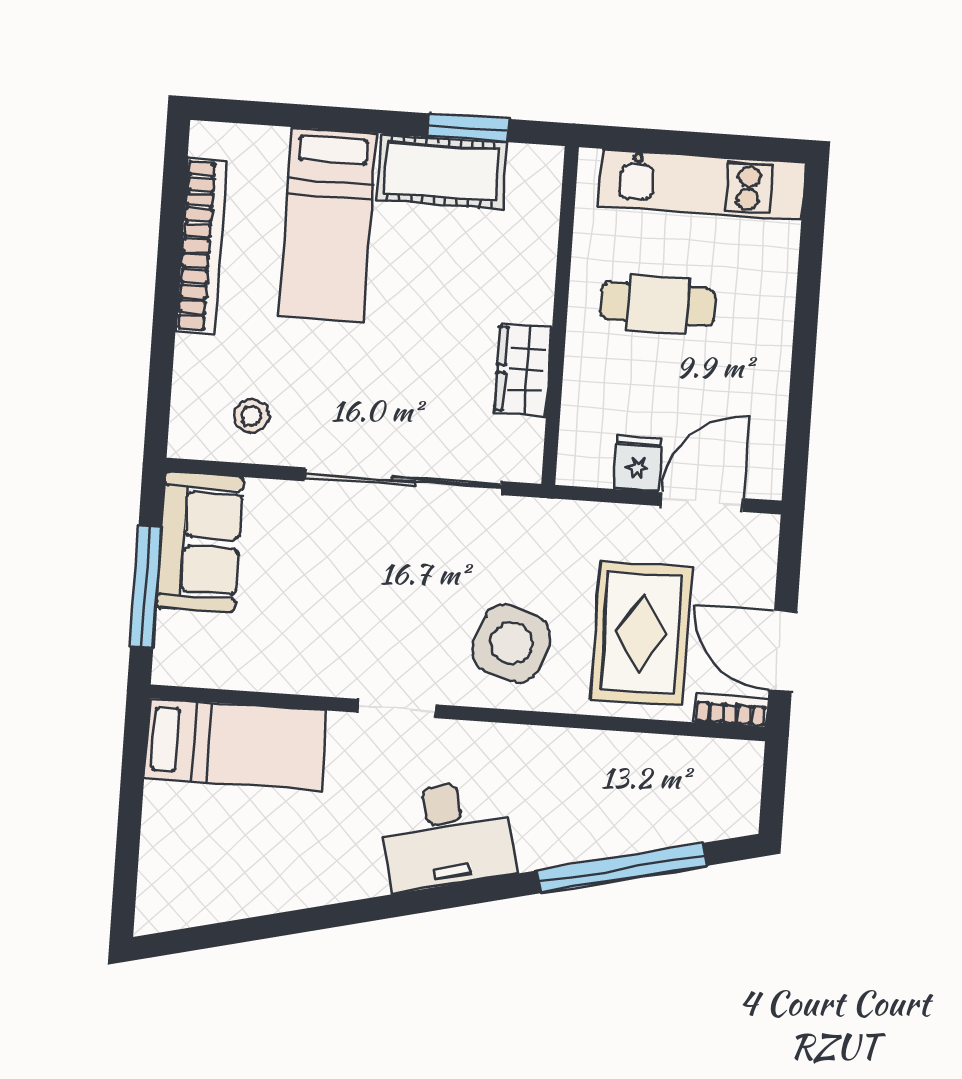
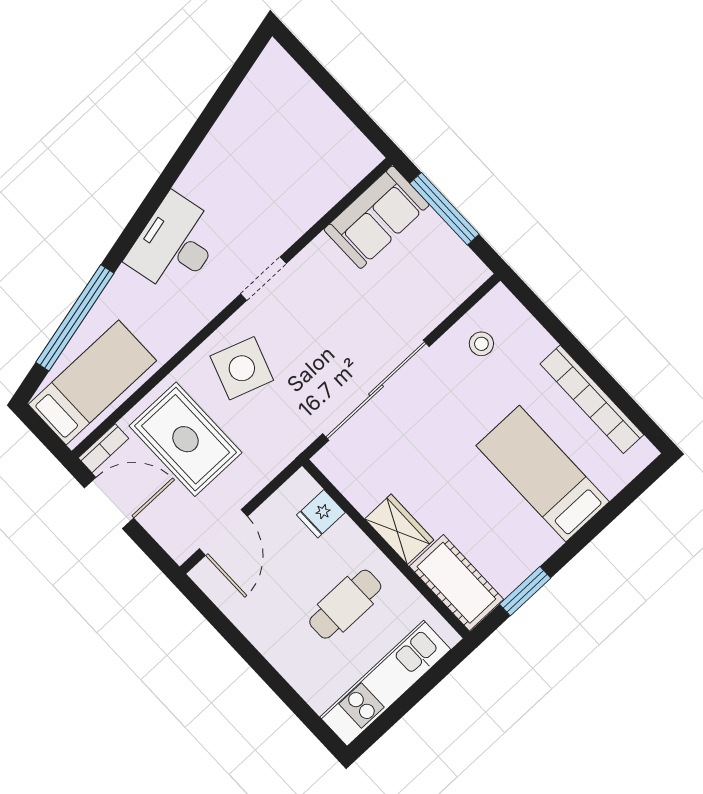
cot: (442, 171) -> (456, 583), moved, turned 90
wardrobe: (523, 370) -> (399, 529), moved
fridge: (637, 464) -> (321, 514), moved, turned 90
sofa: (200, 542) -> (377, 217), moved, turned -90
bed: (235, 744) -> (92, 383), moved, turned 180

